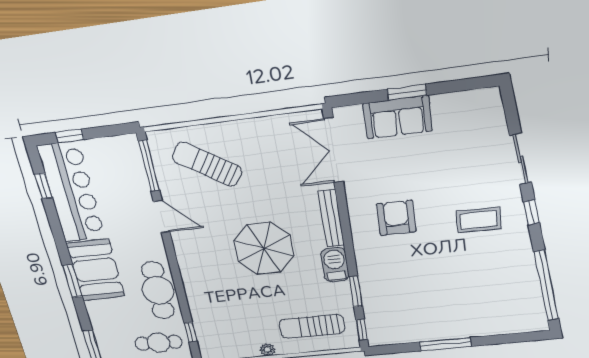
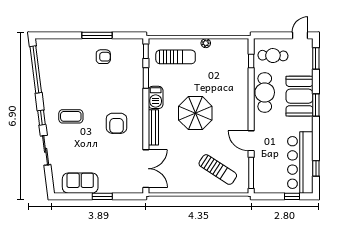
sofa: (398, 117) -> (80, 183), moved
booth: (96, 270) -> (299, 96), moved
armchair: (431, 315) -> (103, 57), added

